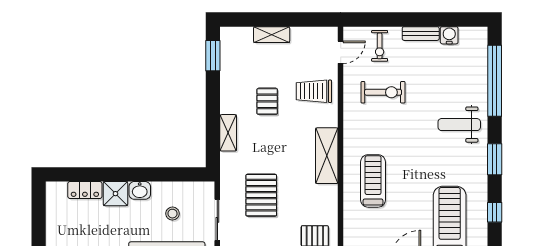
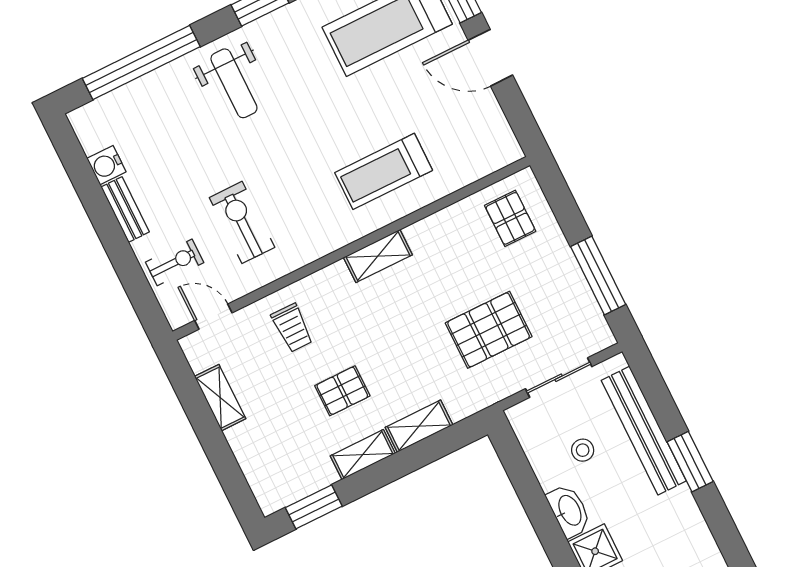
shelving: (272, 35) -> (220, 398), moved
trolley: (314, 91) -> (292, 328), width x0.73, depth x0.72
shelving: (228, 95) -> (363, 455), added
shelving: (327, 156) -> (378, 256), width x0.67, depth x0.75
washbasin: (140, 190) -> (569, 511), width x1.38

